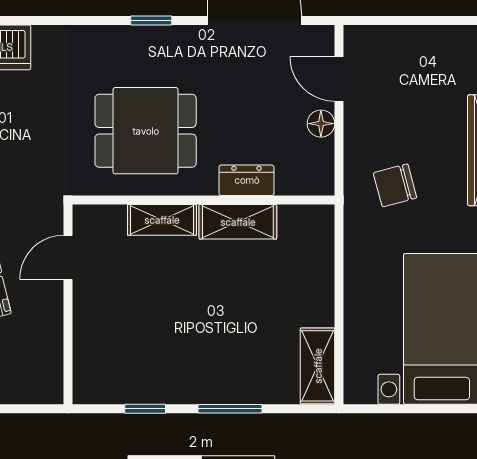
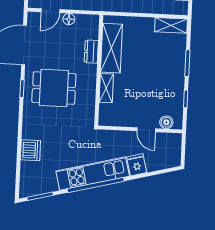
dining table: (146, 131) -> (54, 88), moved, turned 90
shelving: (238, 222) -> (111, 48), width x1.50, depth x1.33
door: (68, 257) -> (146, 130), moved
boiler: (88, 366) -> (166, 122), added

